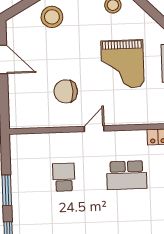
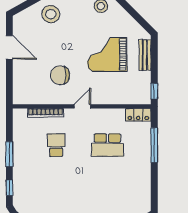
grand piano: (122, 64) -> (107, 55), turned 90
bookcase: (49, 138) -> (46, 113), added

